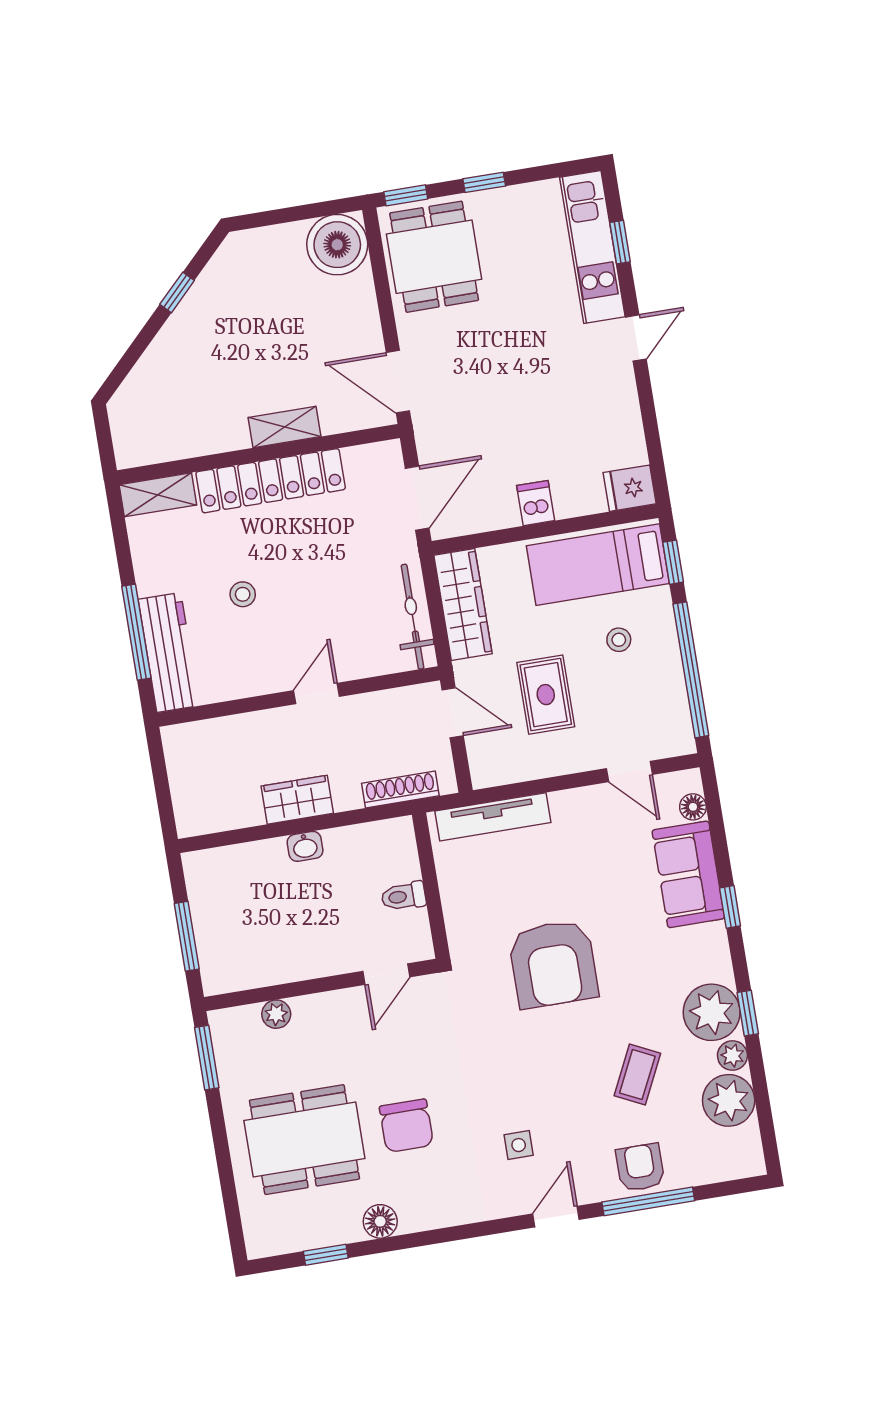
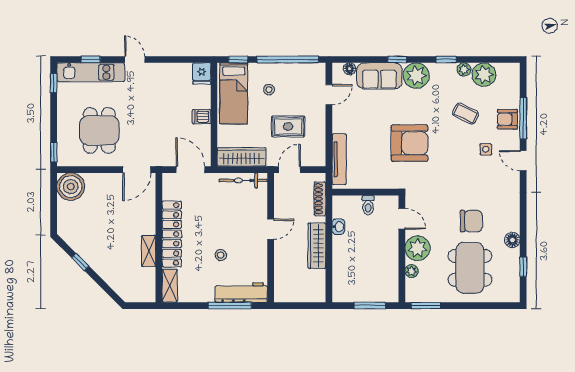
window: (484, 182) -> (54, 83), moved
dining table: (434, 257) -> (99, 130), moved, turned 90
shelving: (284, 427) -> (149, 251), moved
door: (316, 694) -> (271, 229), swing flipped
wardrobe: (297, 800) -> (317, 246), width x1.50
washbasin: (305, 846) -> (338, 227), moved
plant: (712, 1012) -> (416, 76), moved
plant: (328, 1019) -> (417, 248), added
side table: (519, 1145) -> (486, 149), moved

